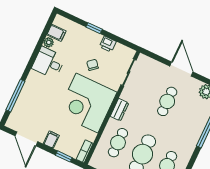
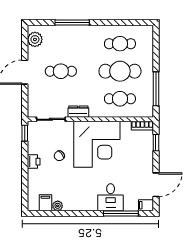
window: (94, 28) -> (25, 133), moved
printer: (108, 44) -> (34, 162), moved
desk: (49, 63) -> (111, 197), moved
dresser: (119, 110) -> (78, 112), moved
filing cabinet: (51, 140) -> (146, 205), moved

